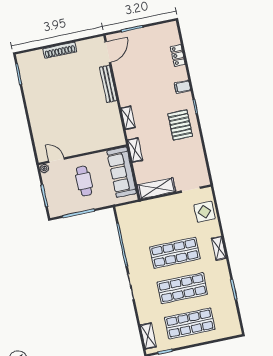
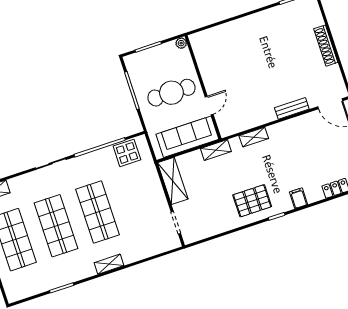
bench: (108, 84) -> (292, 108), width x0.73
door: (56, 160) -> (209, 106), moved
cafe table: (84, 181) -> (171, 93), width x1.37, depth x1.35
display table: (204, 212) -> (127, 153), moved

